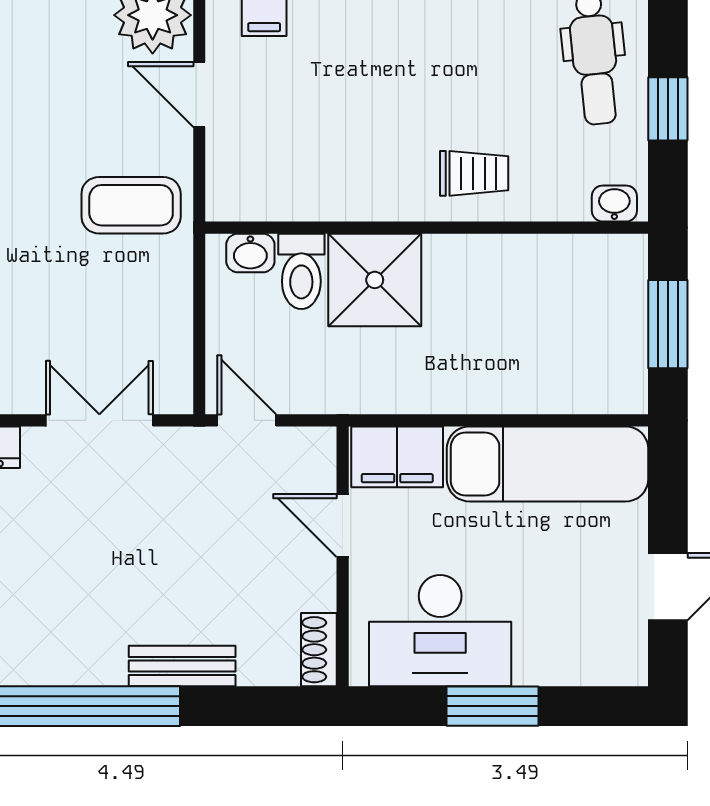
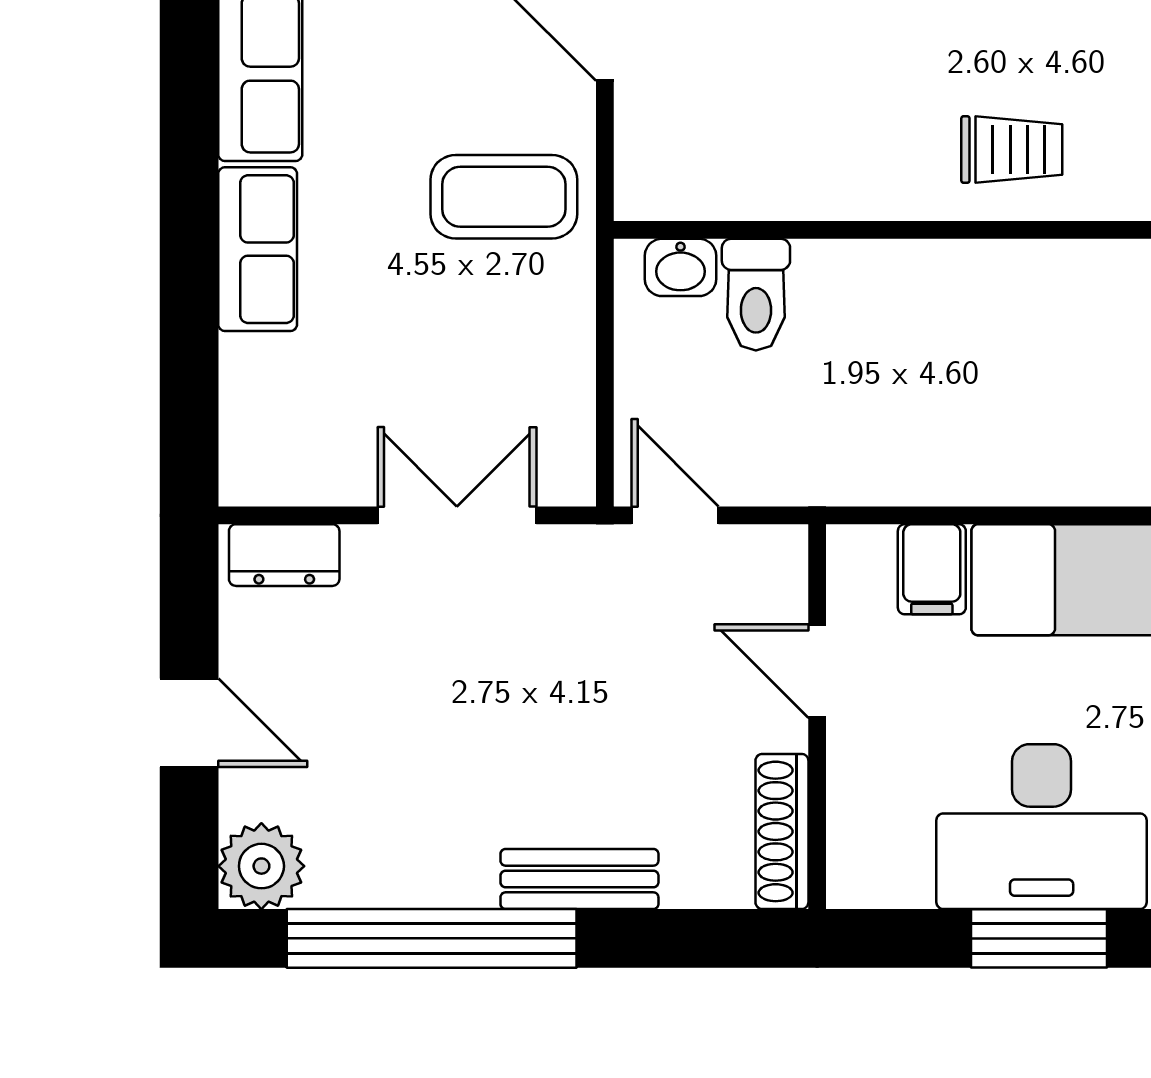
shower: (375, 280) -> (865, 307), removed
filing cabinet: (397, 457) -> (932, 569), width x0.50
desk: (440, 631) -> (1042, 827), moved
shoe rack: (319, 650) -> (782, 831), width x1.43

